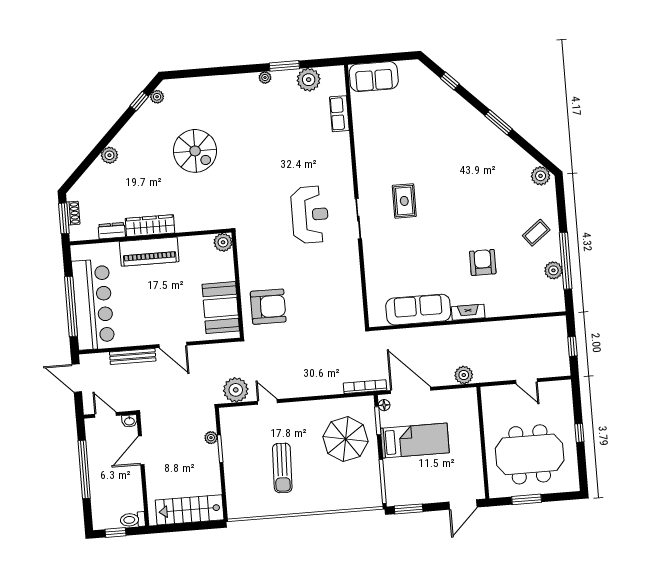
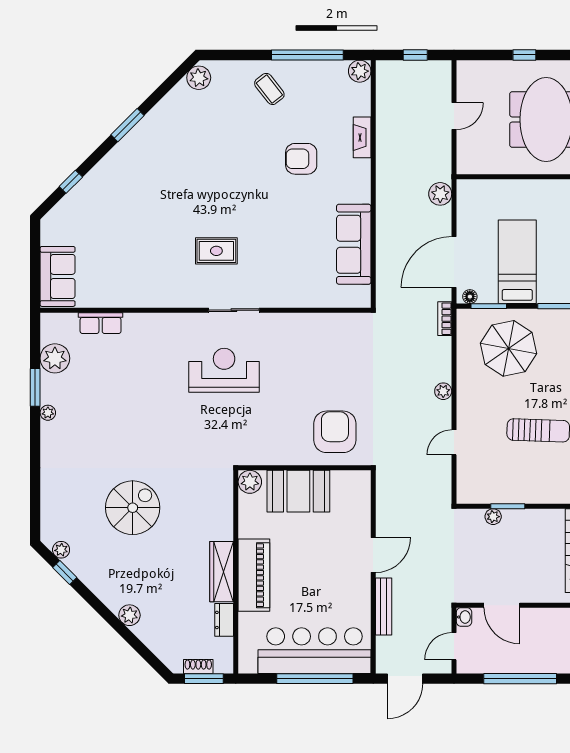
plant: (553, 270) -> (360, 71), moved
booth: (221, 308) -> (298, 491), moved
fireplace: (468, 312) -> (362, 137), moved
bookcase: (365, 387) -> (445, 319), width x0.64
plant: (236, 390) -> (443, 391), moved, width x0.53, depth x0.53

